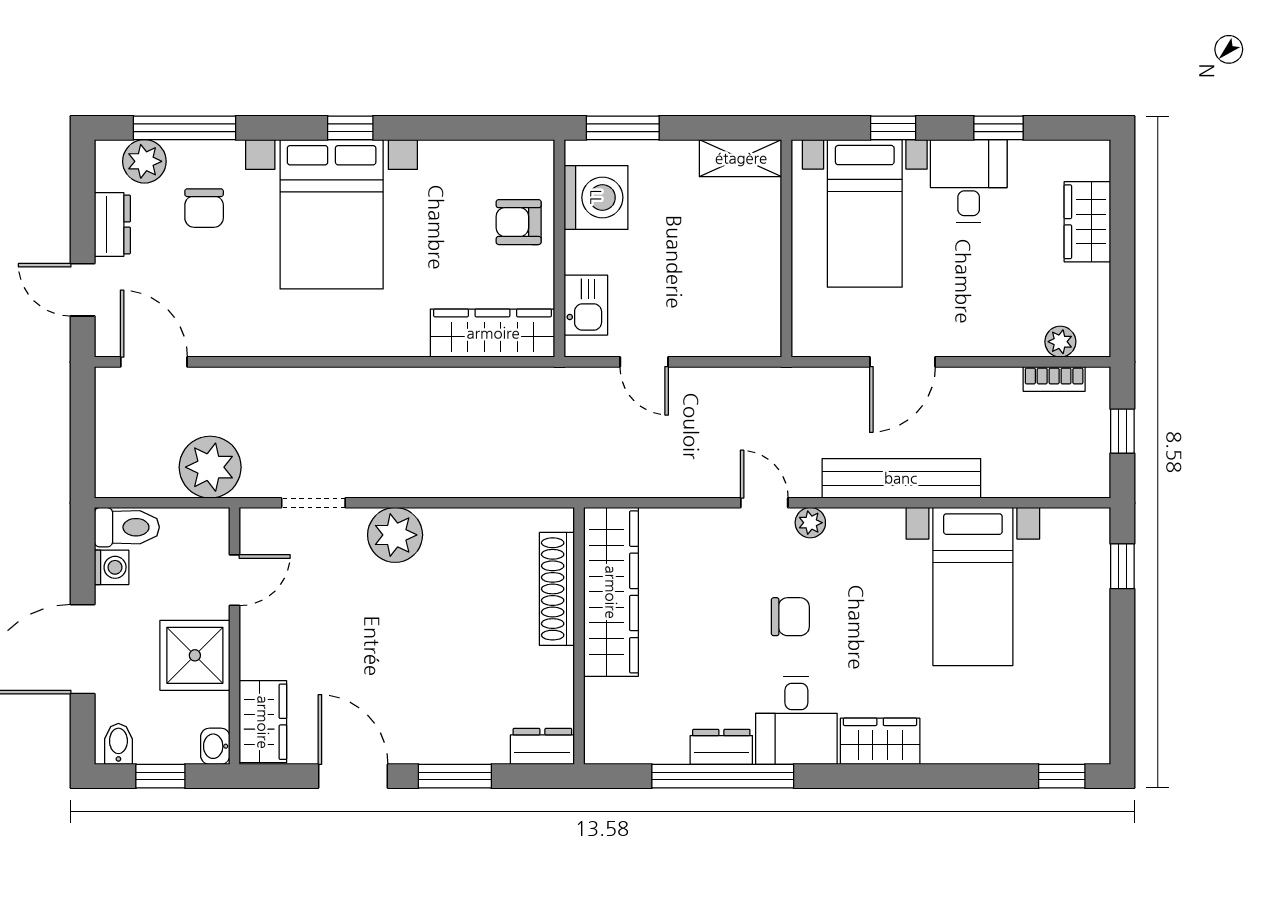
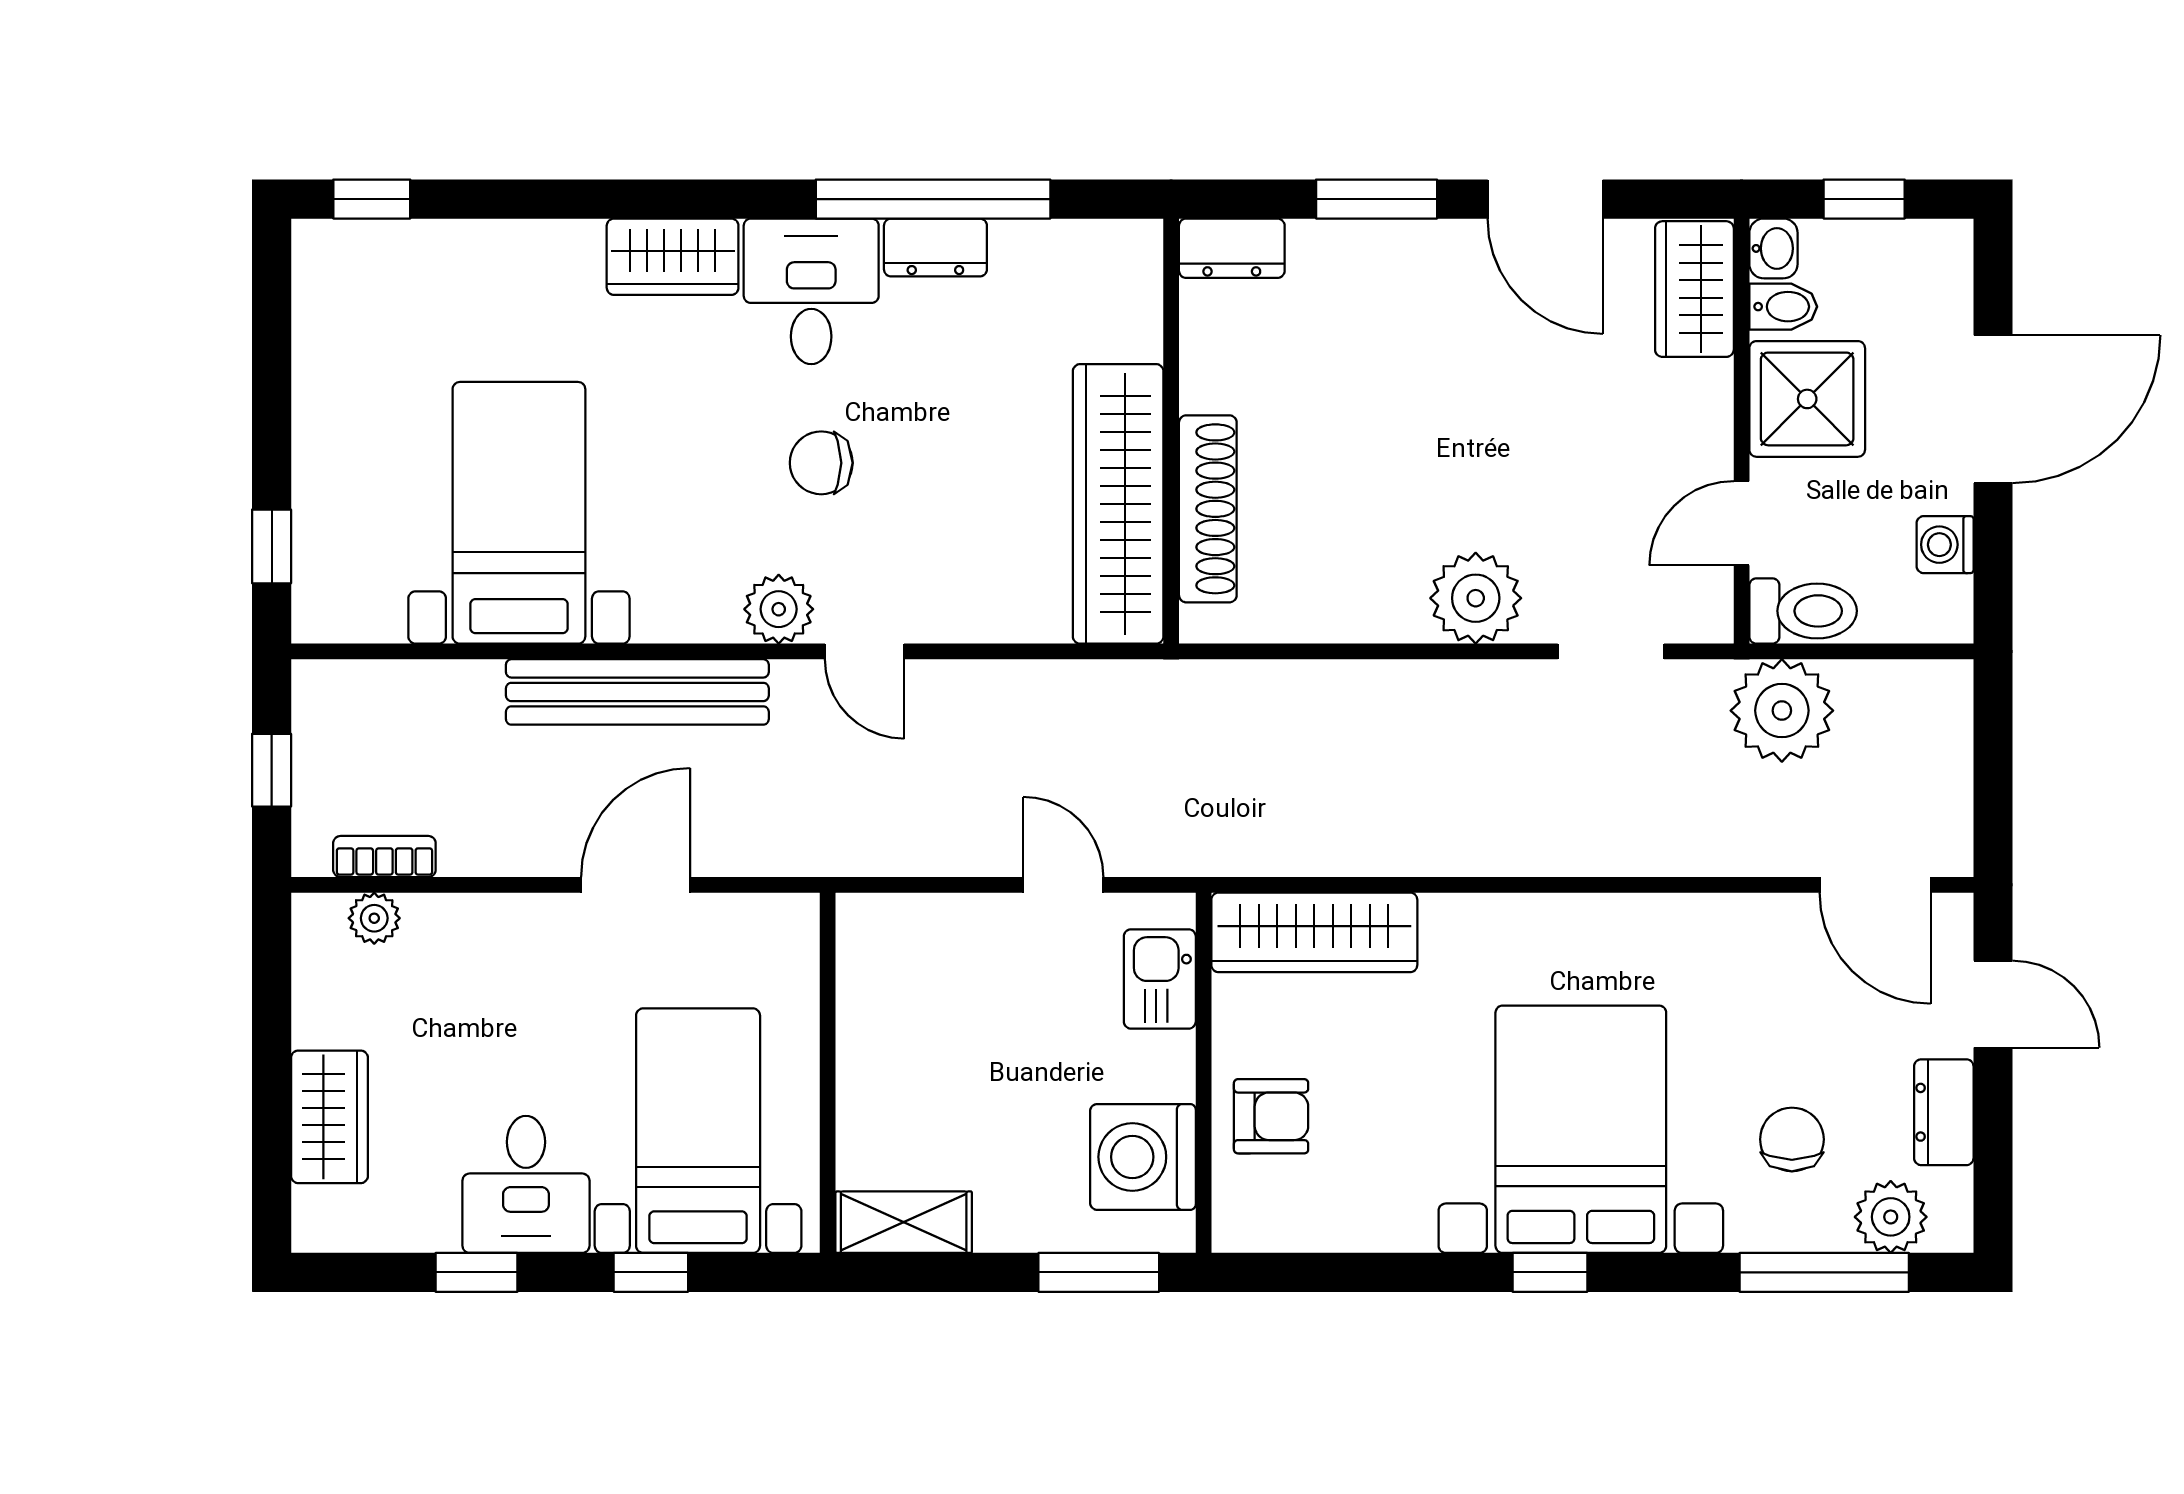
plant: (810, 523) -> (779, 609), width x1.38, depth x1.38
toilet: (127, 527) -> (1803, 611), moved, turned 180
bidet: (118, 744) -> (1783, 307), moved, turned -90

